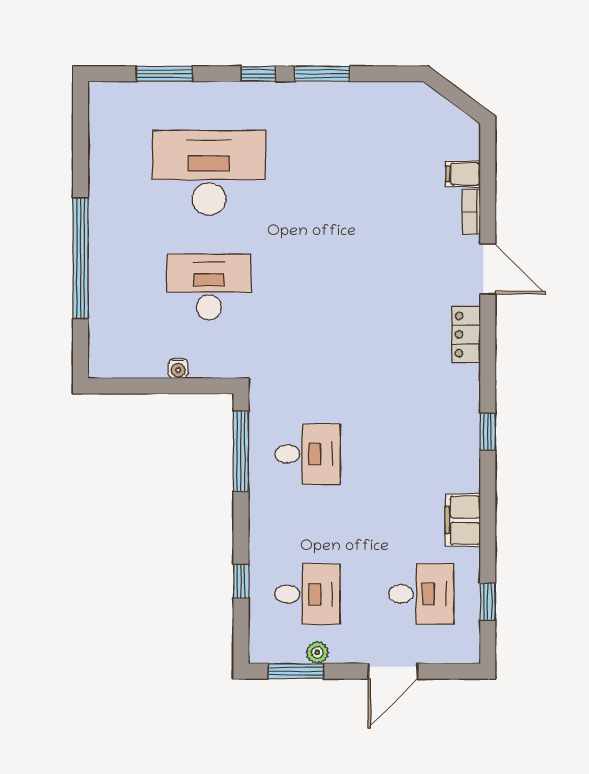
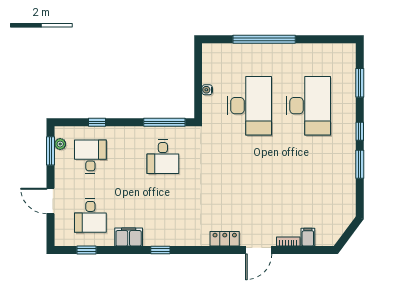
desk: (209, 287) -> (249, 106), width x1.36, depth x1.30
window: (488, 432) -> (160, 250), moved
desk: (307, 594) -> (90, 157), turned 180
plant: (317, 652) -> (60, 144), moved

